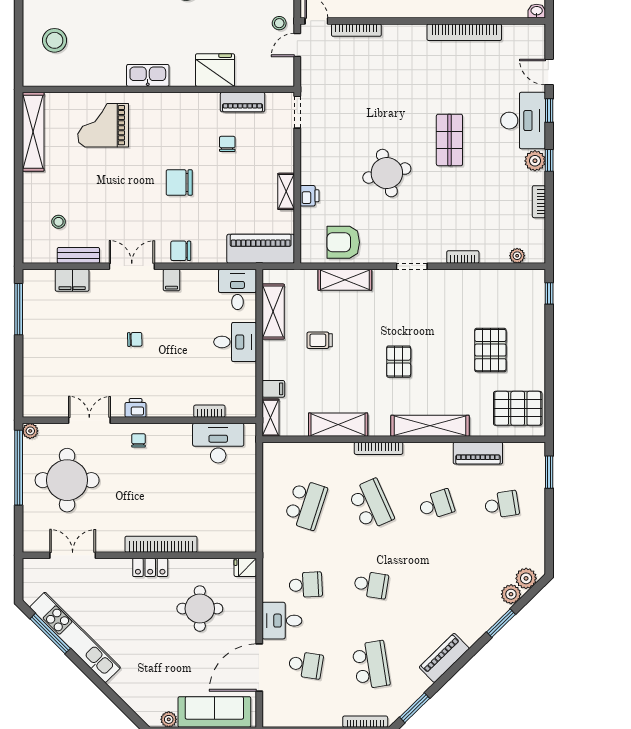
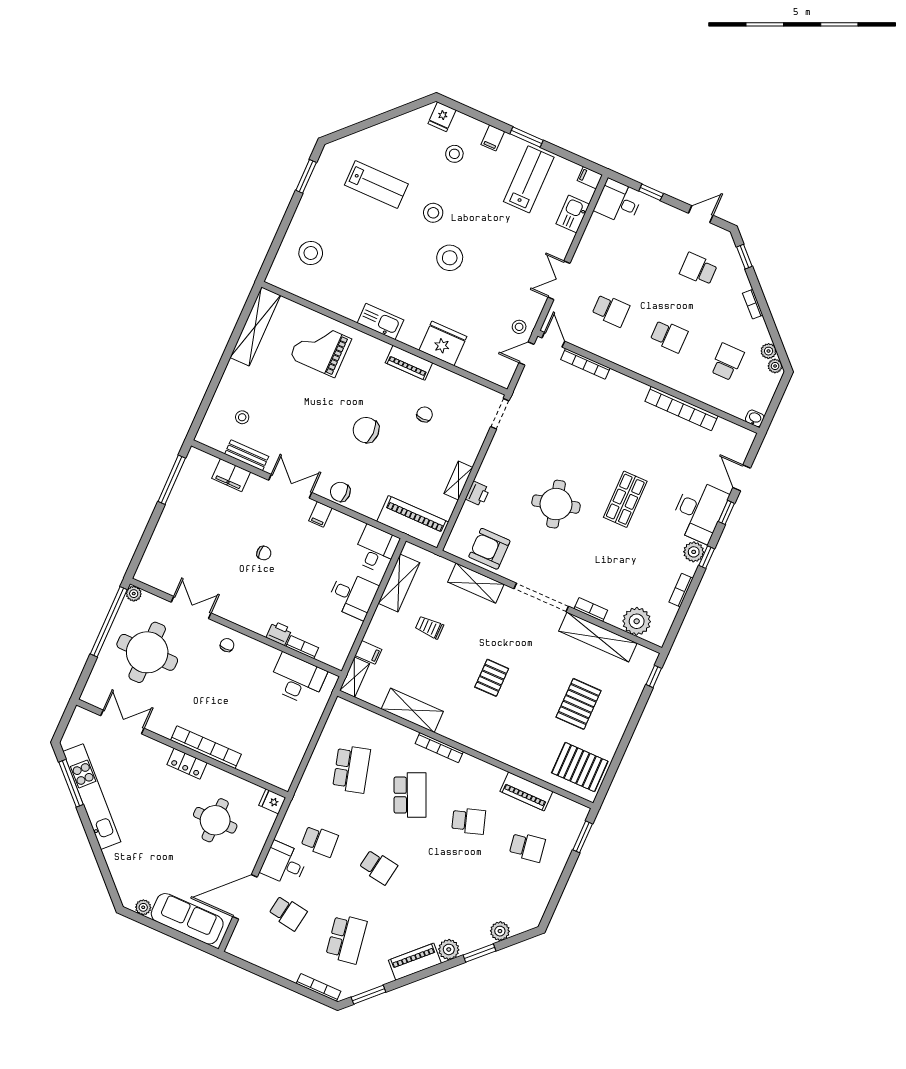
piano: (243, 102) -> (409, 363), moved
plant: (517, 256) -> (637, 621), width x1.87, depth x1.87
doorway: (412, 266) -> (541, 597), width x1.87
printer: (136, 408) -> (279, 633), moved
shelving: (430, 426) -> (598, 637), moved
school desk: (306, 505) -> (351, 769), turned -33
plant: (526, 578) -> (449, 949), moved

